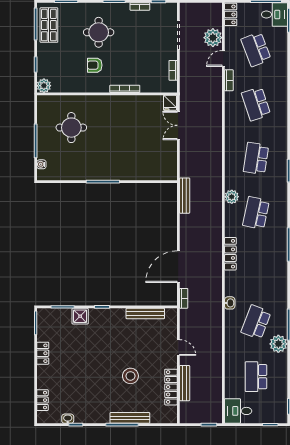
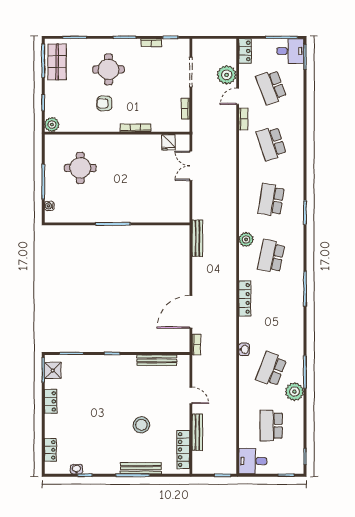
fridge: (170, 103) -> (168, 142), moved
shower: (80, 316) -> (53, 370), moved
locker: (171, 387) -> (183, 450), moved

